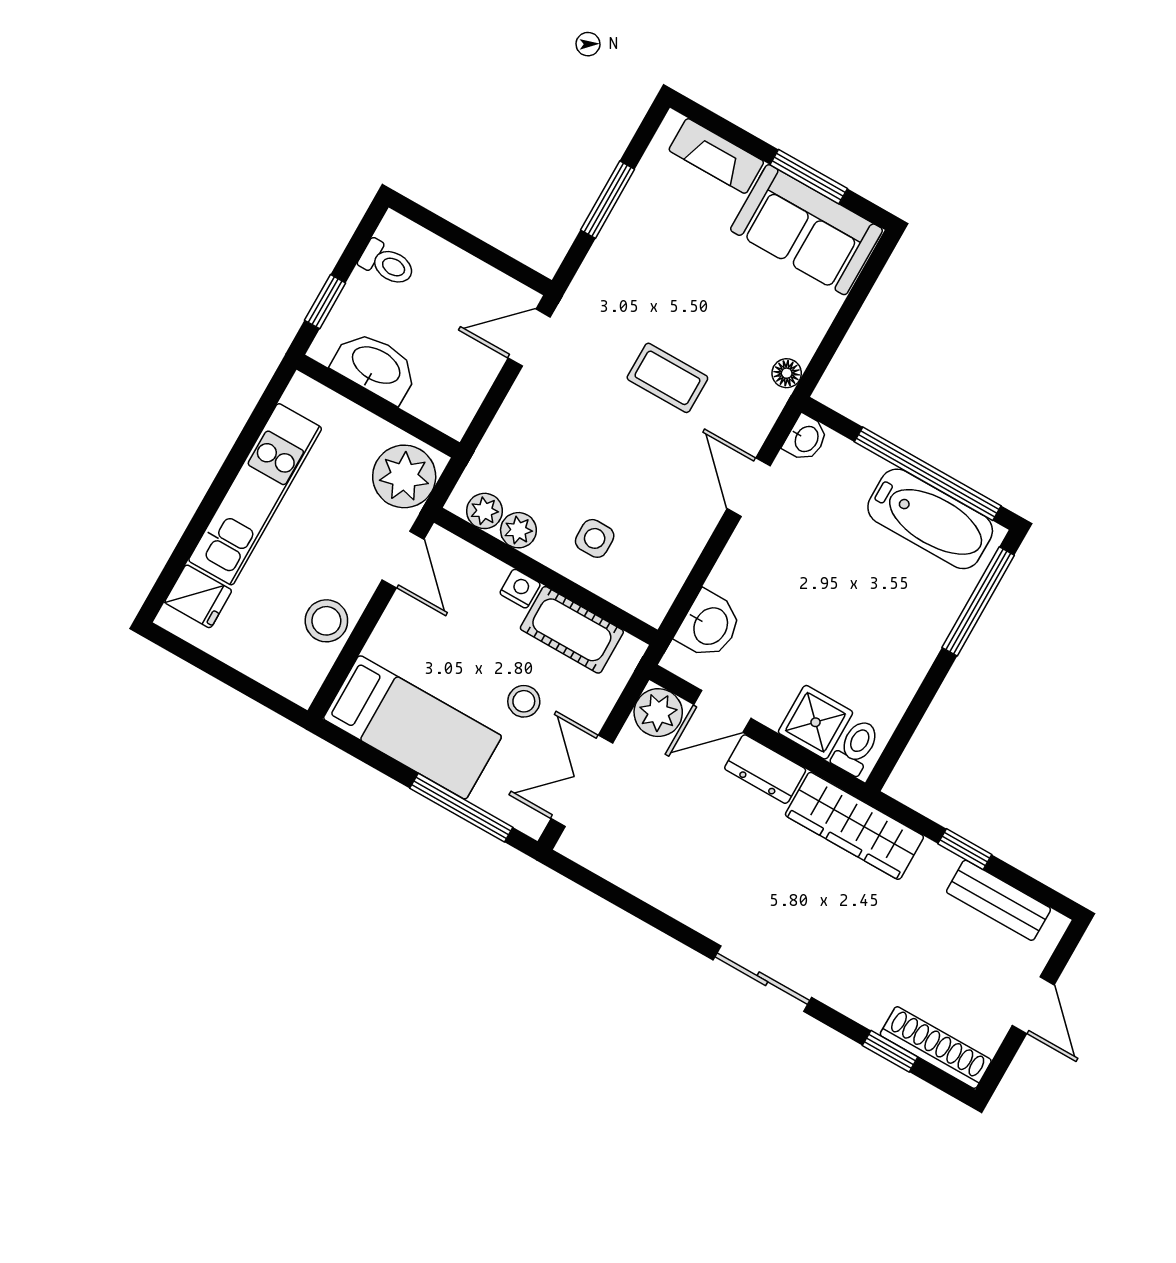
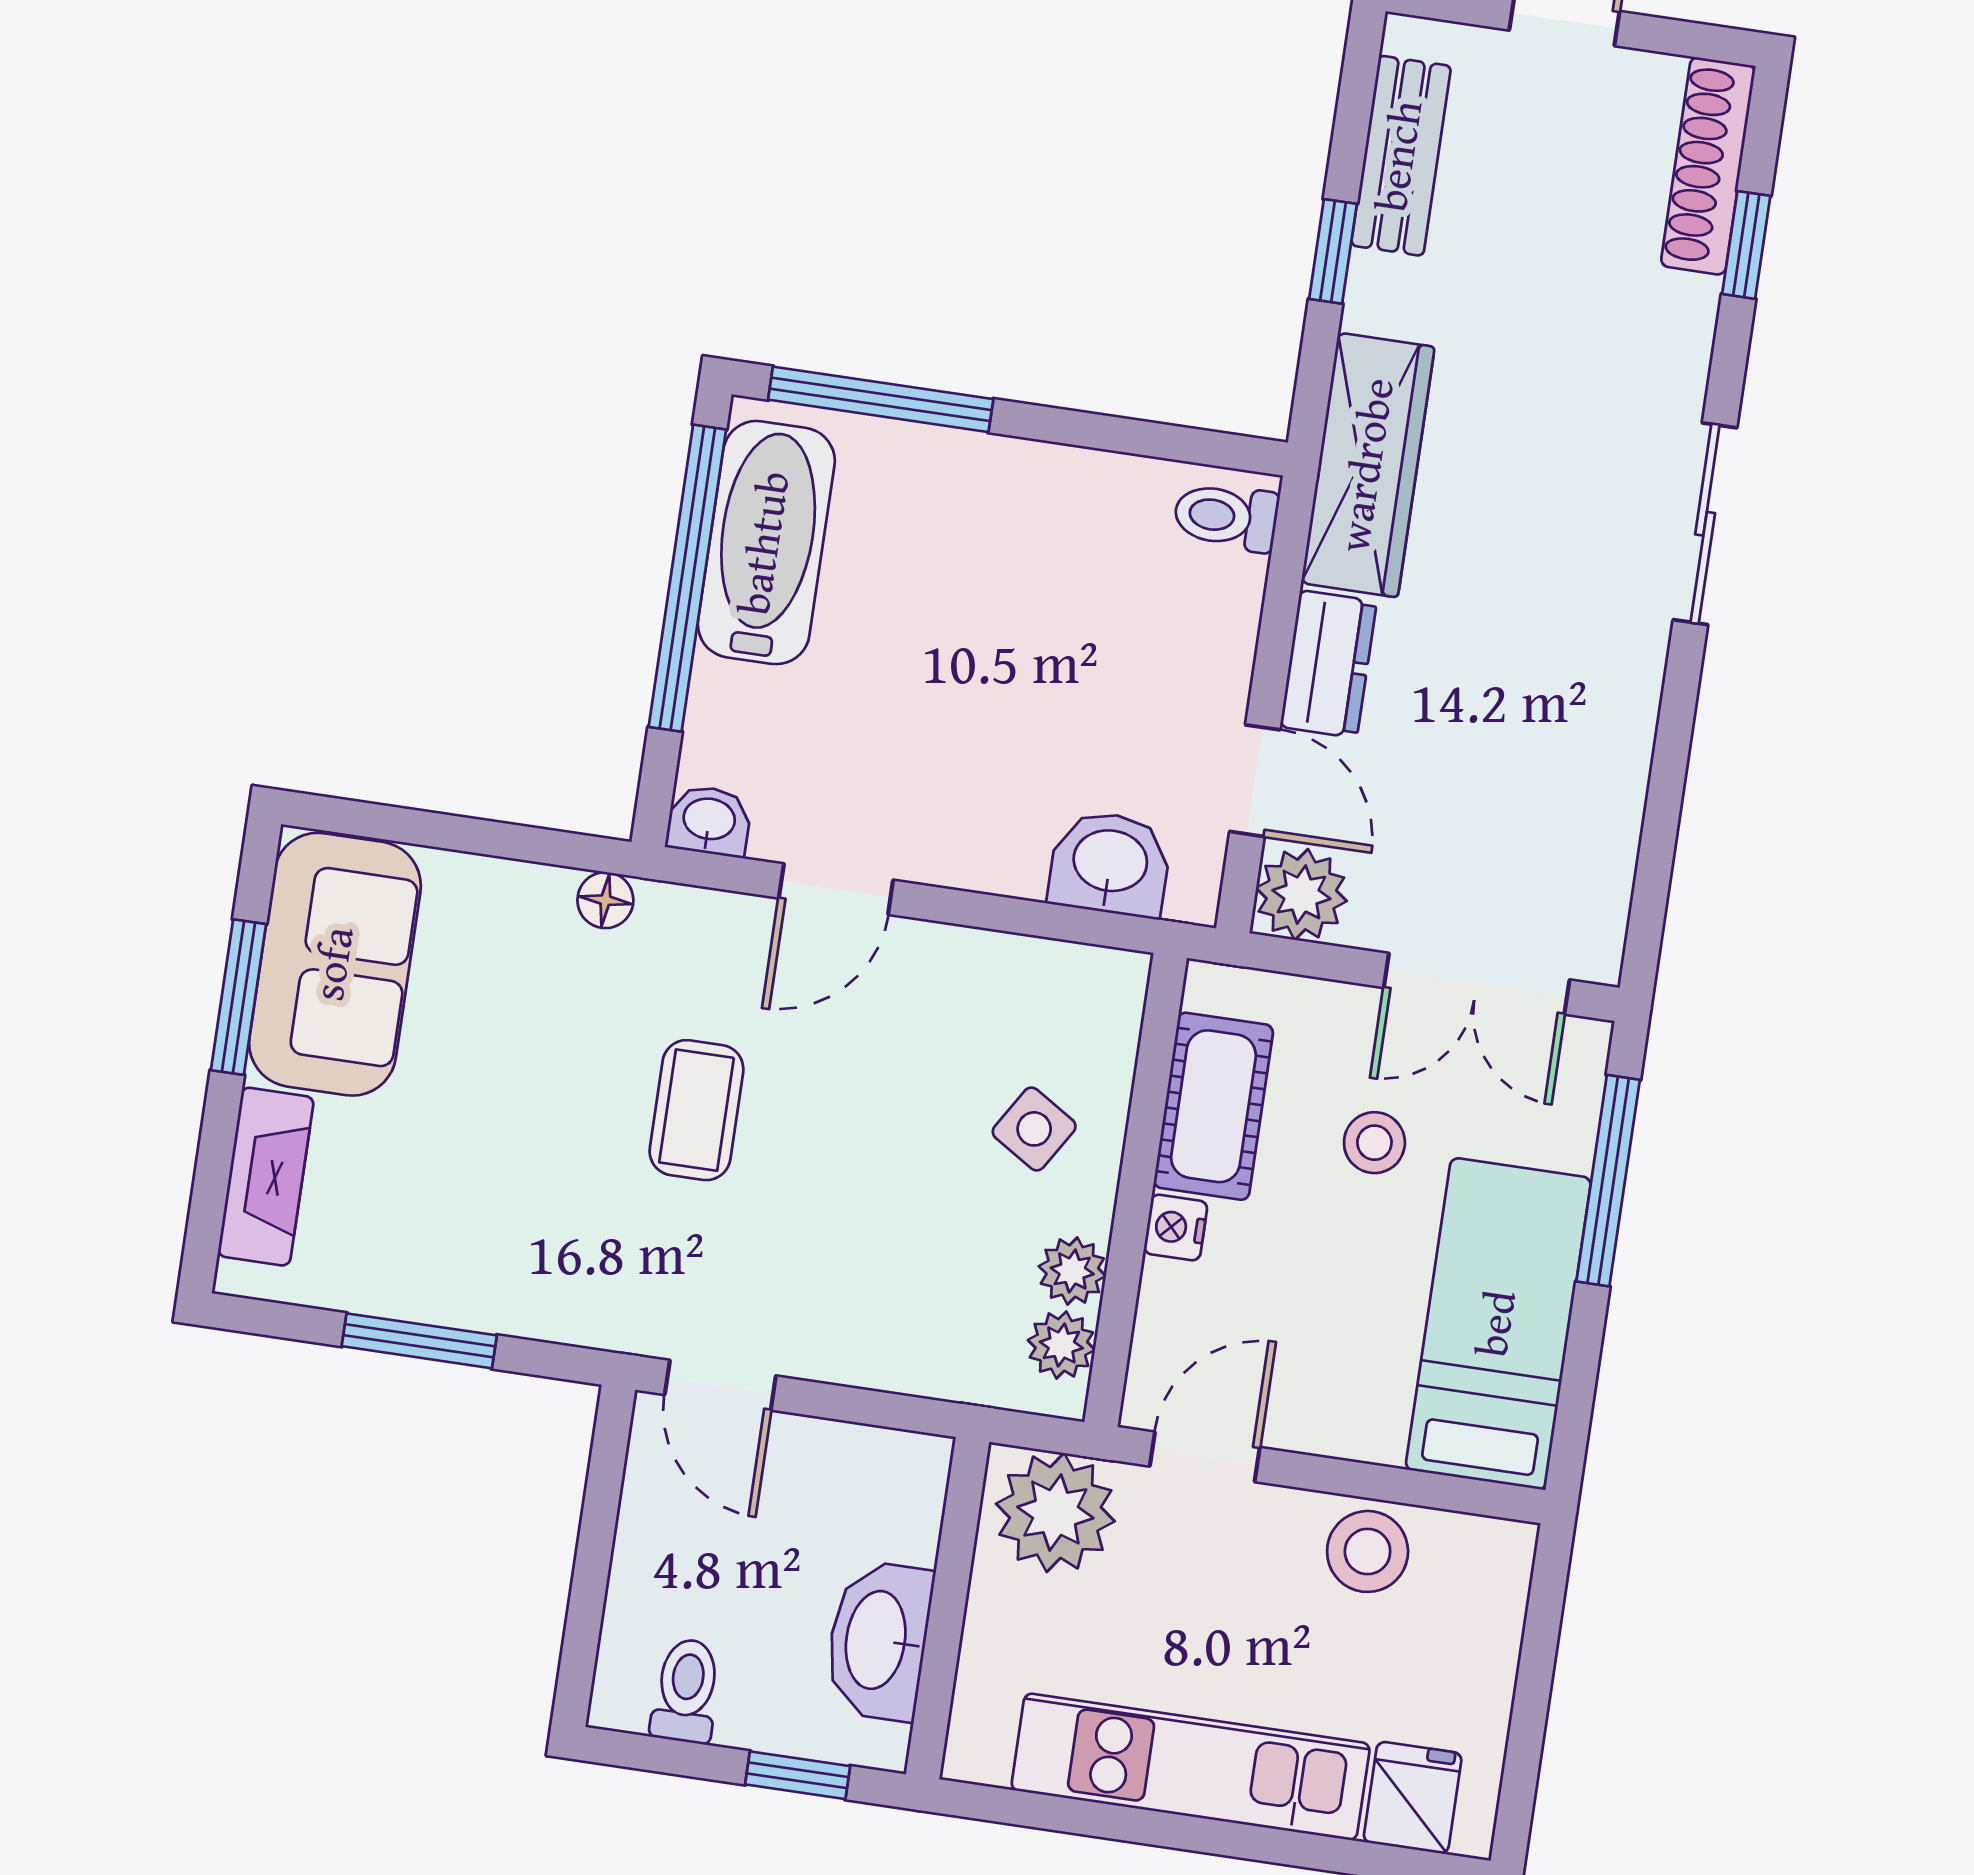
side table: (595, 538) -> (1034, 1129), turned 32
shower: (816, 722) -> (1210, 606), removed

